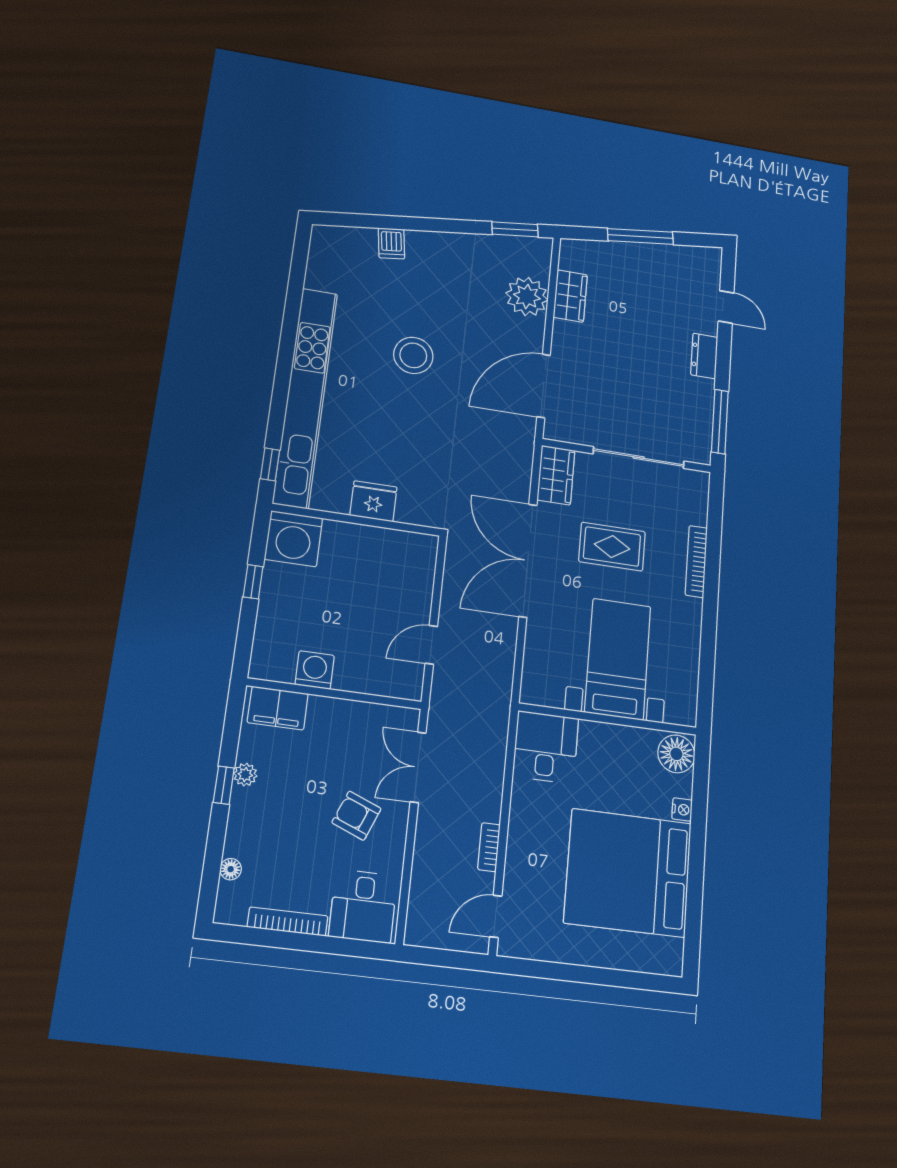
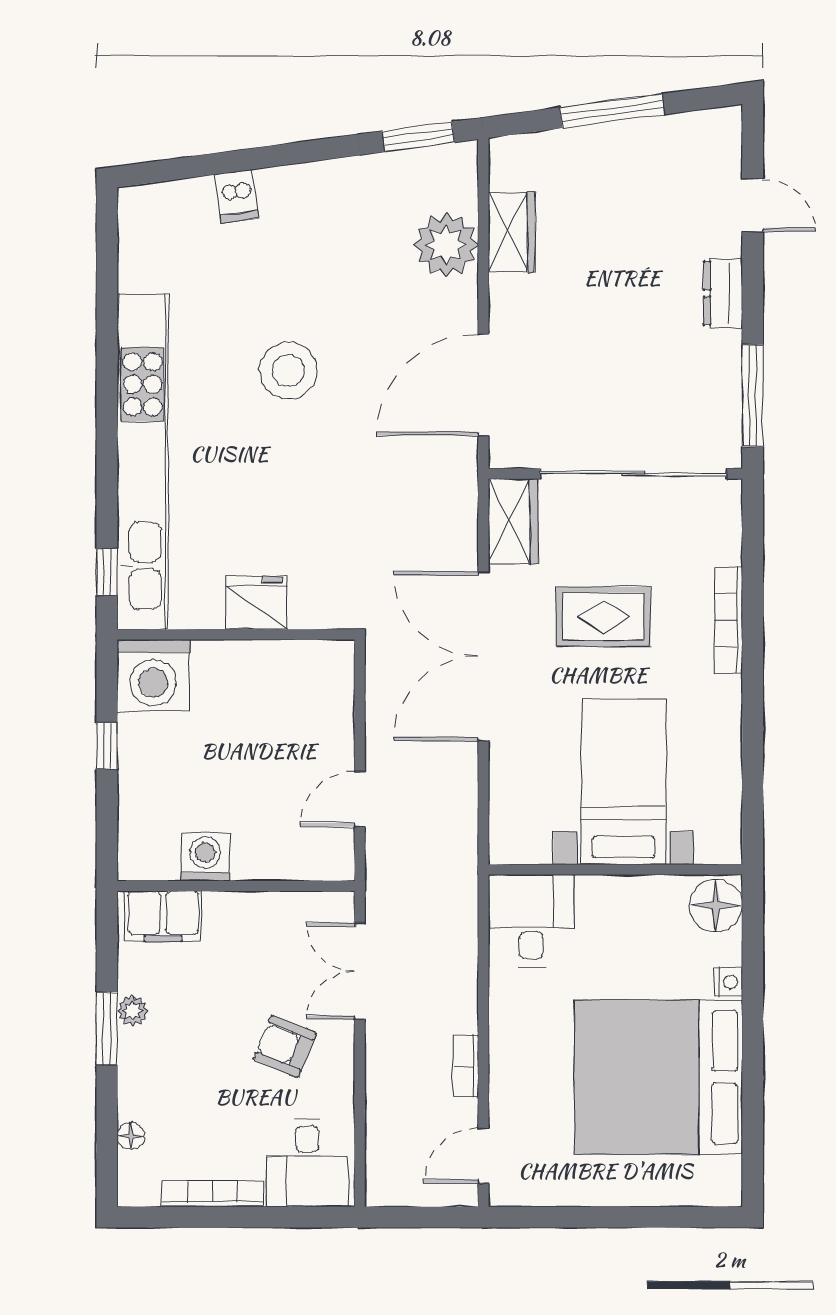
sliding door: (639, 458) -> (633, 474), width x1.36
window: (224, 785) -> (107, 1029), width x1.50

